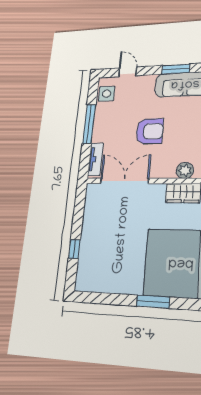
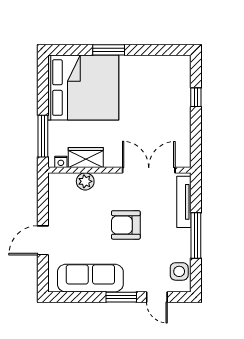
window: (176, 69) -> (121, 297), moved
tv unit: (95, 159) -> (184, 202), width x1.41
double door: (124, 181) -> (149, 170), swing flipped

